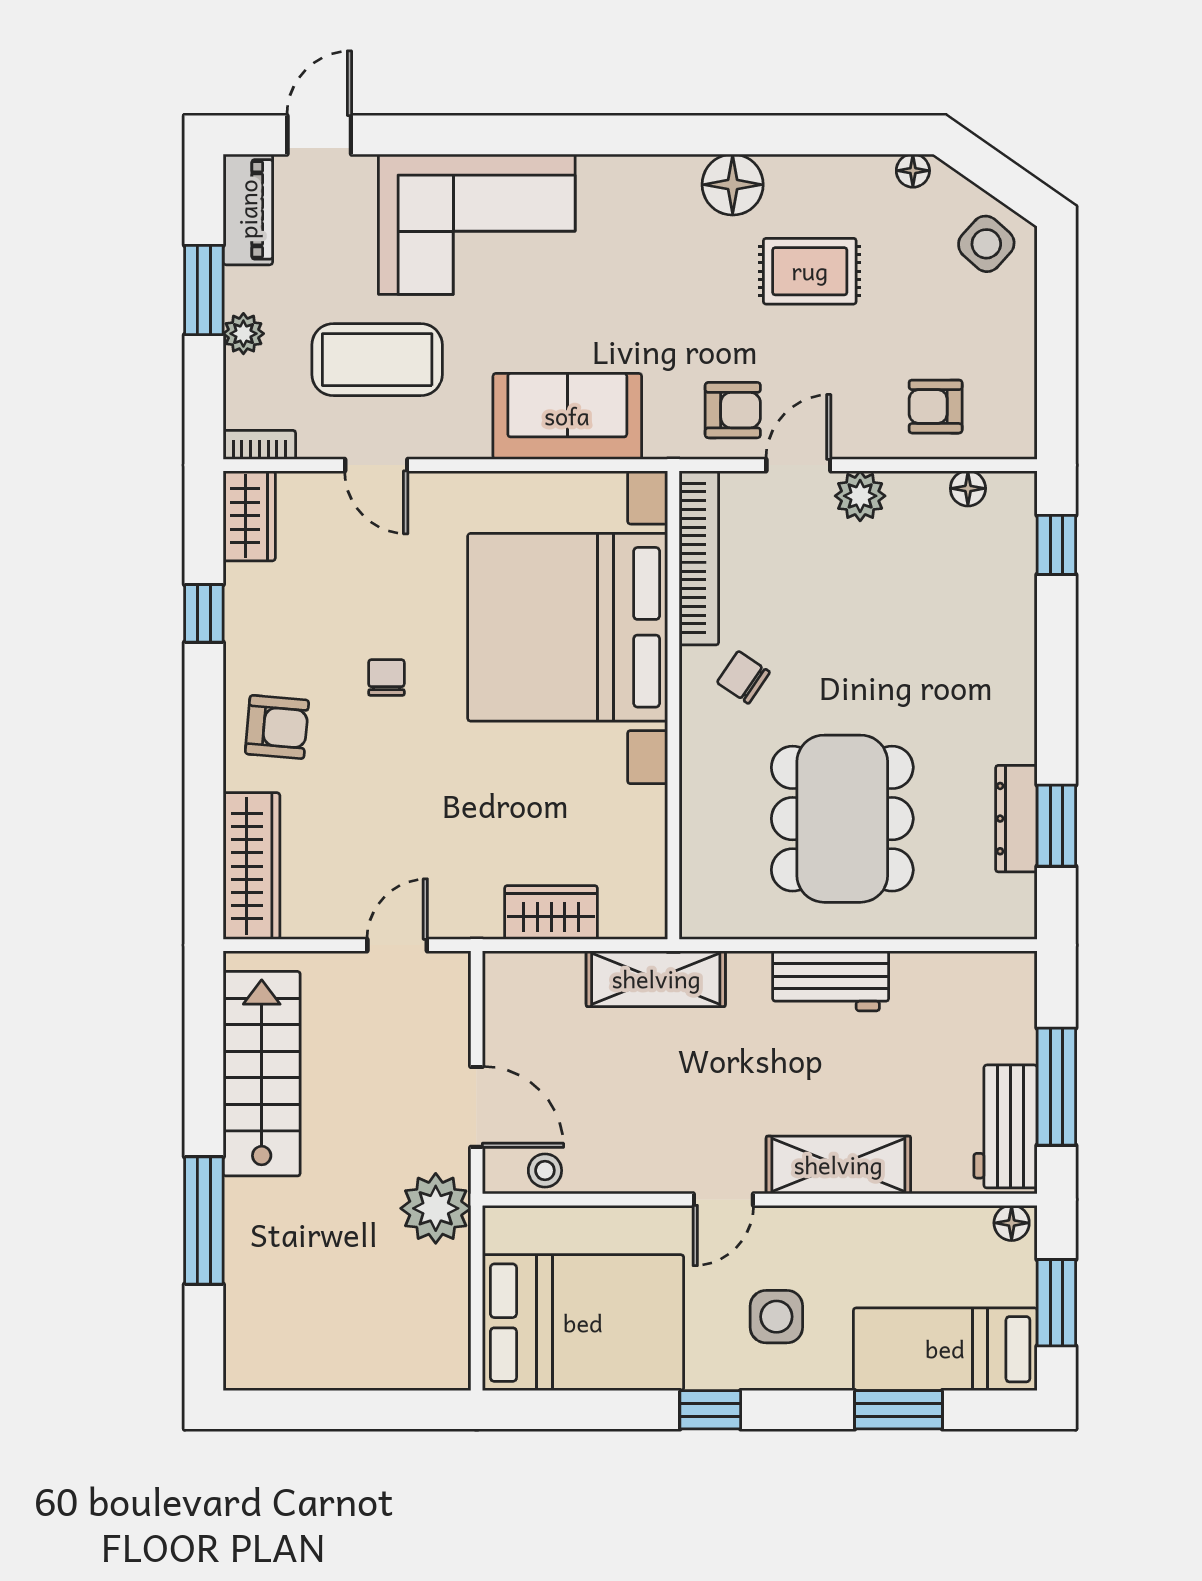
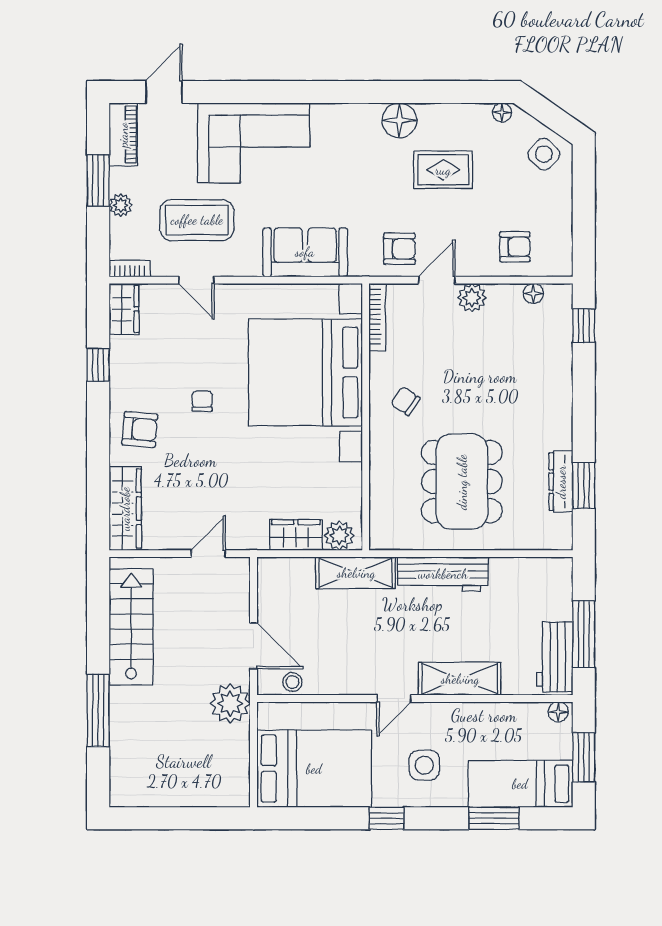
armchair: (936, 407) -> (515, 247), turned 180
bookcase: (699, 558) -> (377, 317), width x0.68, depth x0.76
plant: (627, 913) -> (339, 535), added
workbench: (831, 981) -> (443, 574), width x1.37

